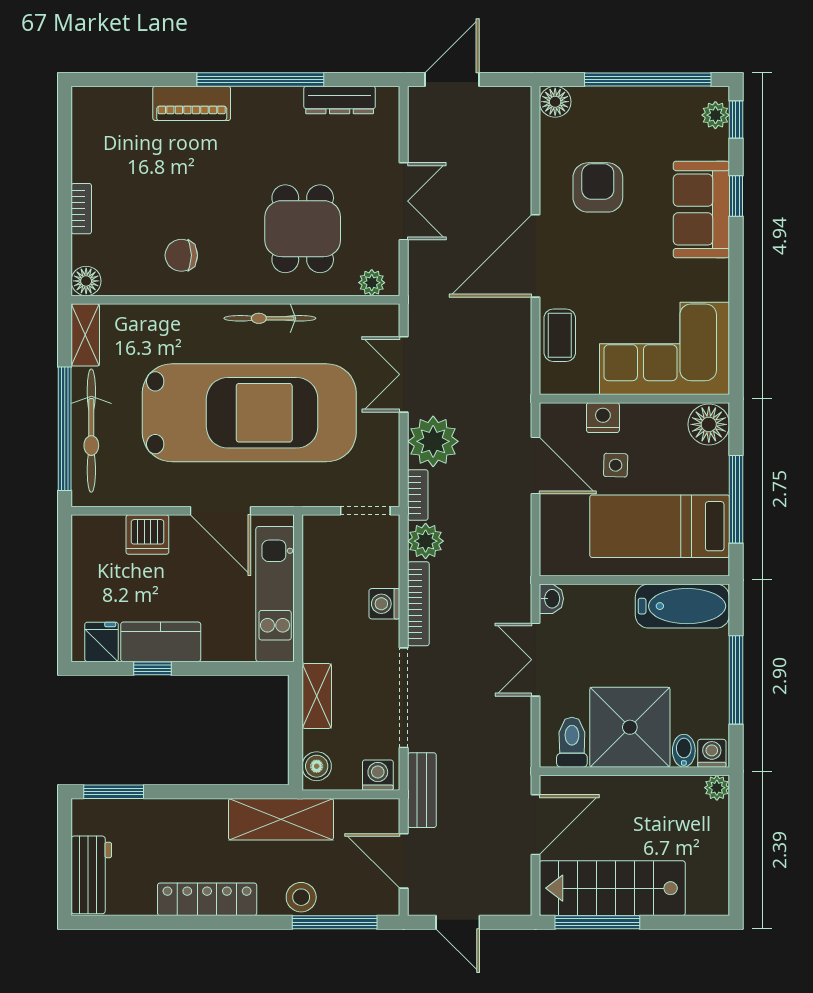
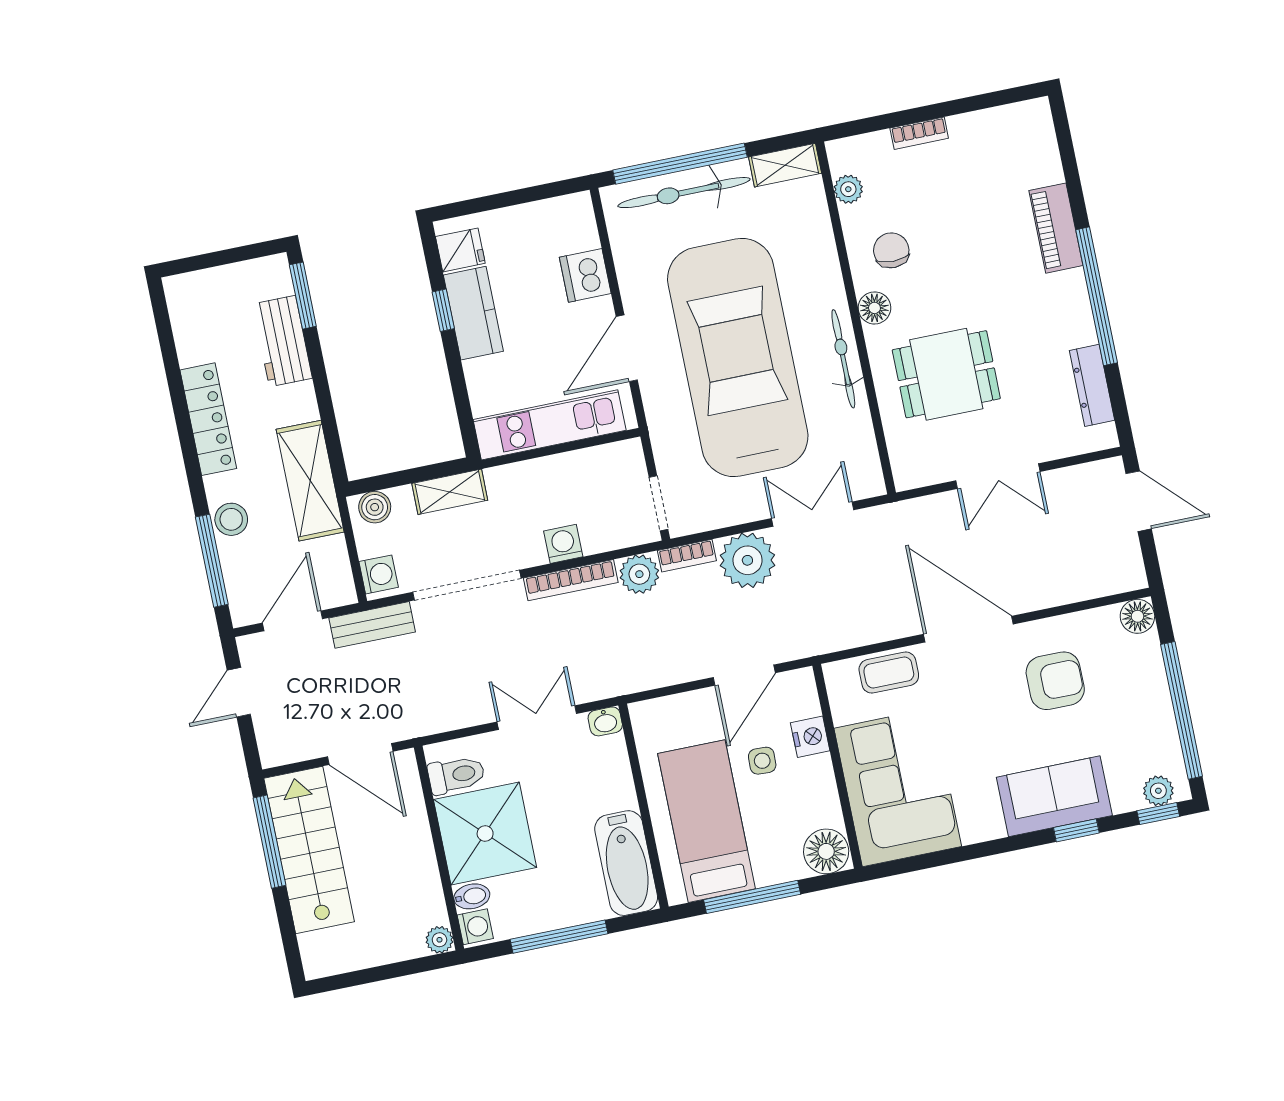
floor lamp: (86, 281) -> (874, 308), moved
plant: (372, 283) -> (848, 189), moved
car: (249, 413) -> (738, 358), turned 180
workbench: (91, 875) -> (282, 341), moved, turned 90

